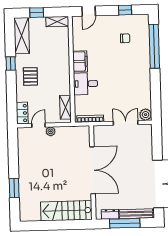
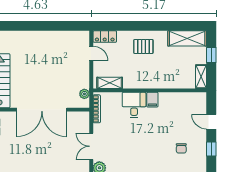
door: (89, 11) -> (211, 122), moved
filing cabinet: (80, 61) -> (152, 100), width x0.50
window: (11, 64) -> (158, 26), removed
double door: (126, 123) -> (91, 146), swing flipped
plant: (51, 131) -> (84, 94), moved
window: (14, 188) -> (25, 26), removed

